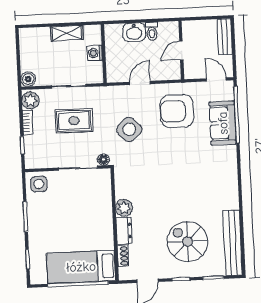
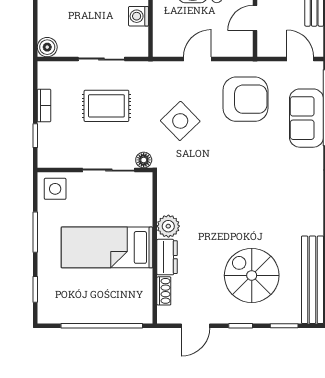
plant: (30, 100) -> (49, 76), removed
armchair: (177, 111) -> (245, 99), turned 180
bed: (81, 267) -> (107, 247), moved

